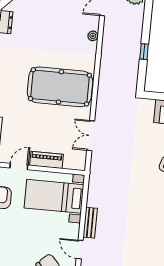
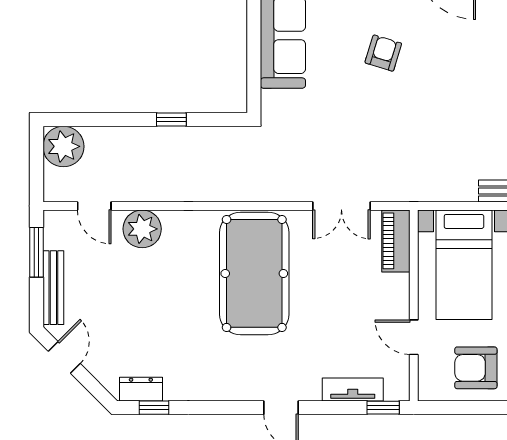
plant: (93, 36) -> (142, 229), width x1.88, depth x1.88
piano: (47, 160) -> (396, 241), moved

